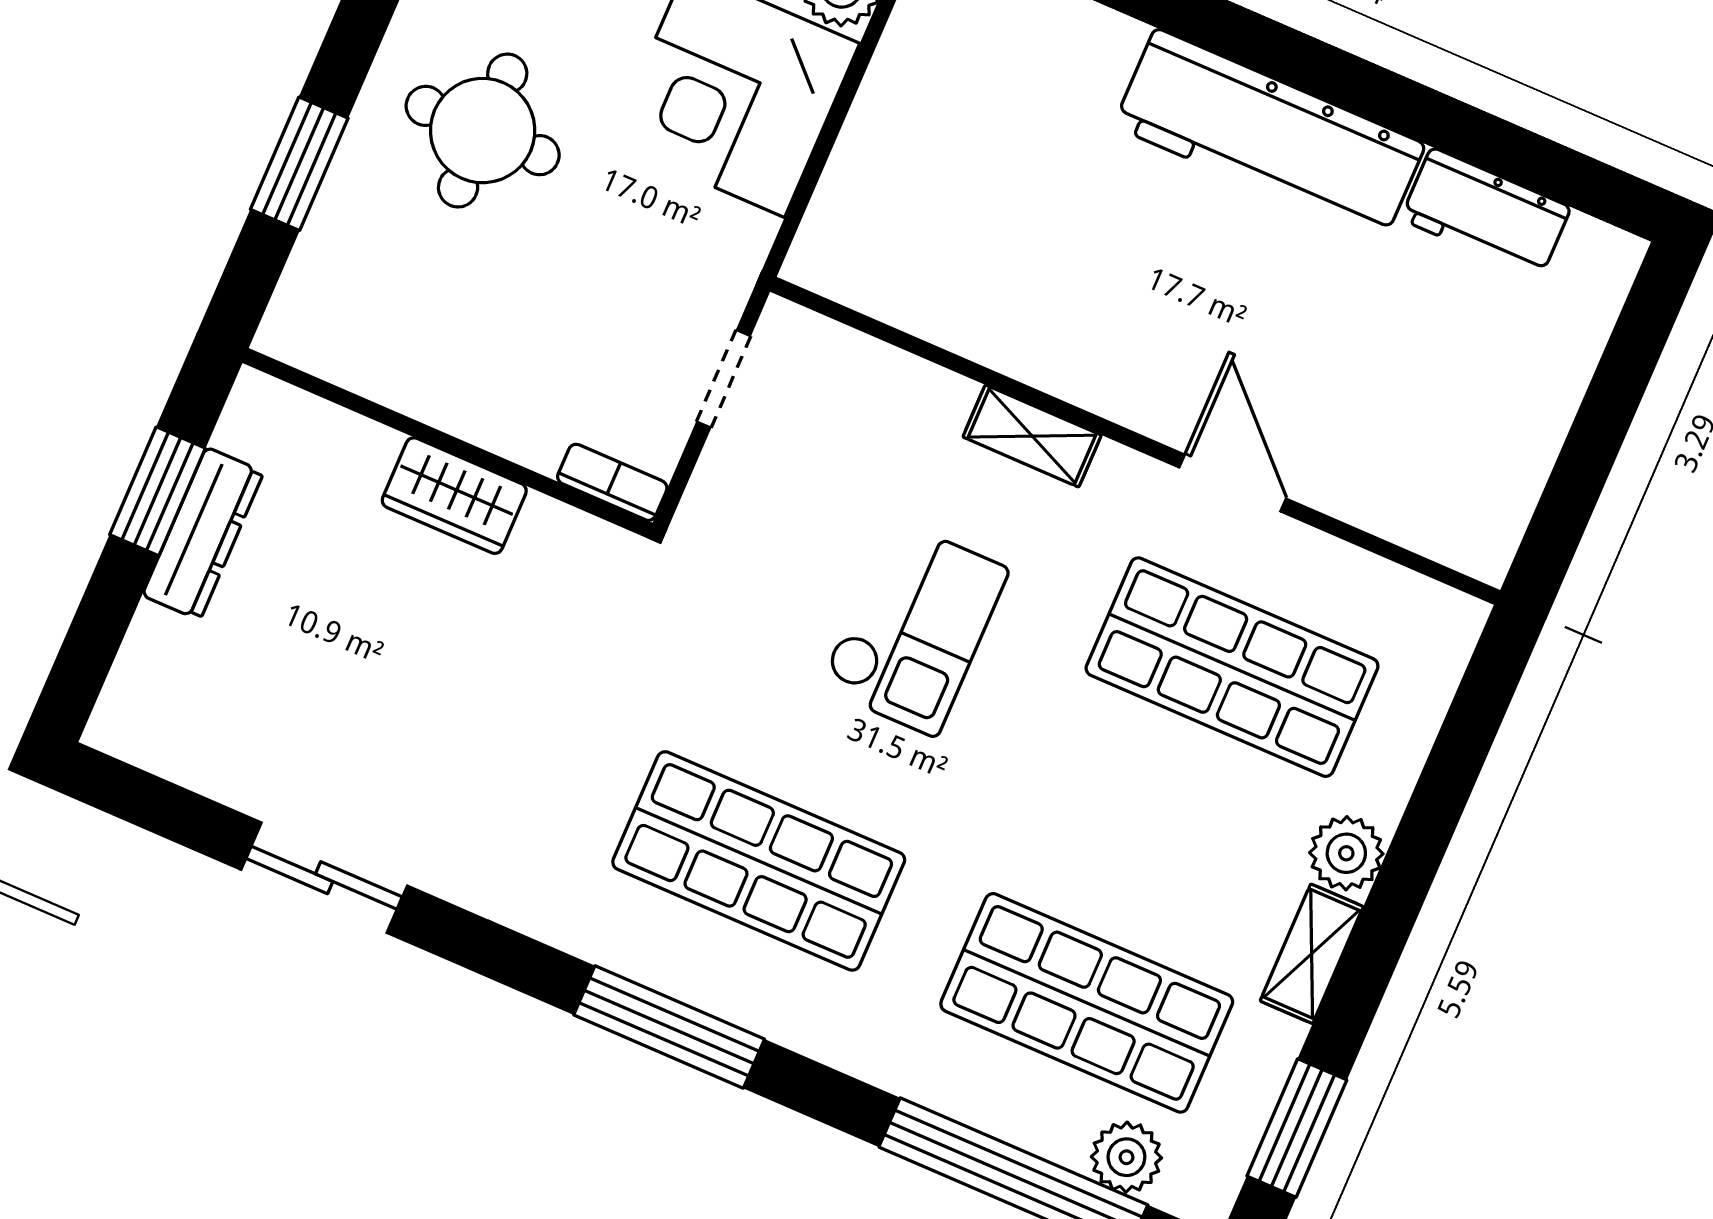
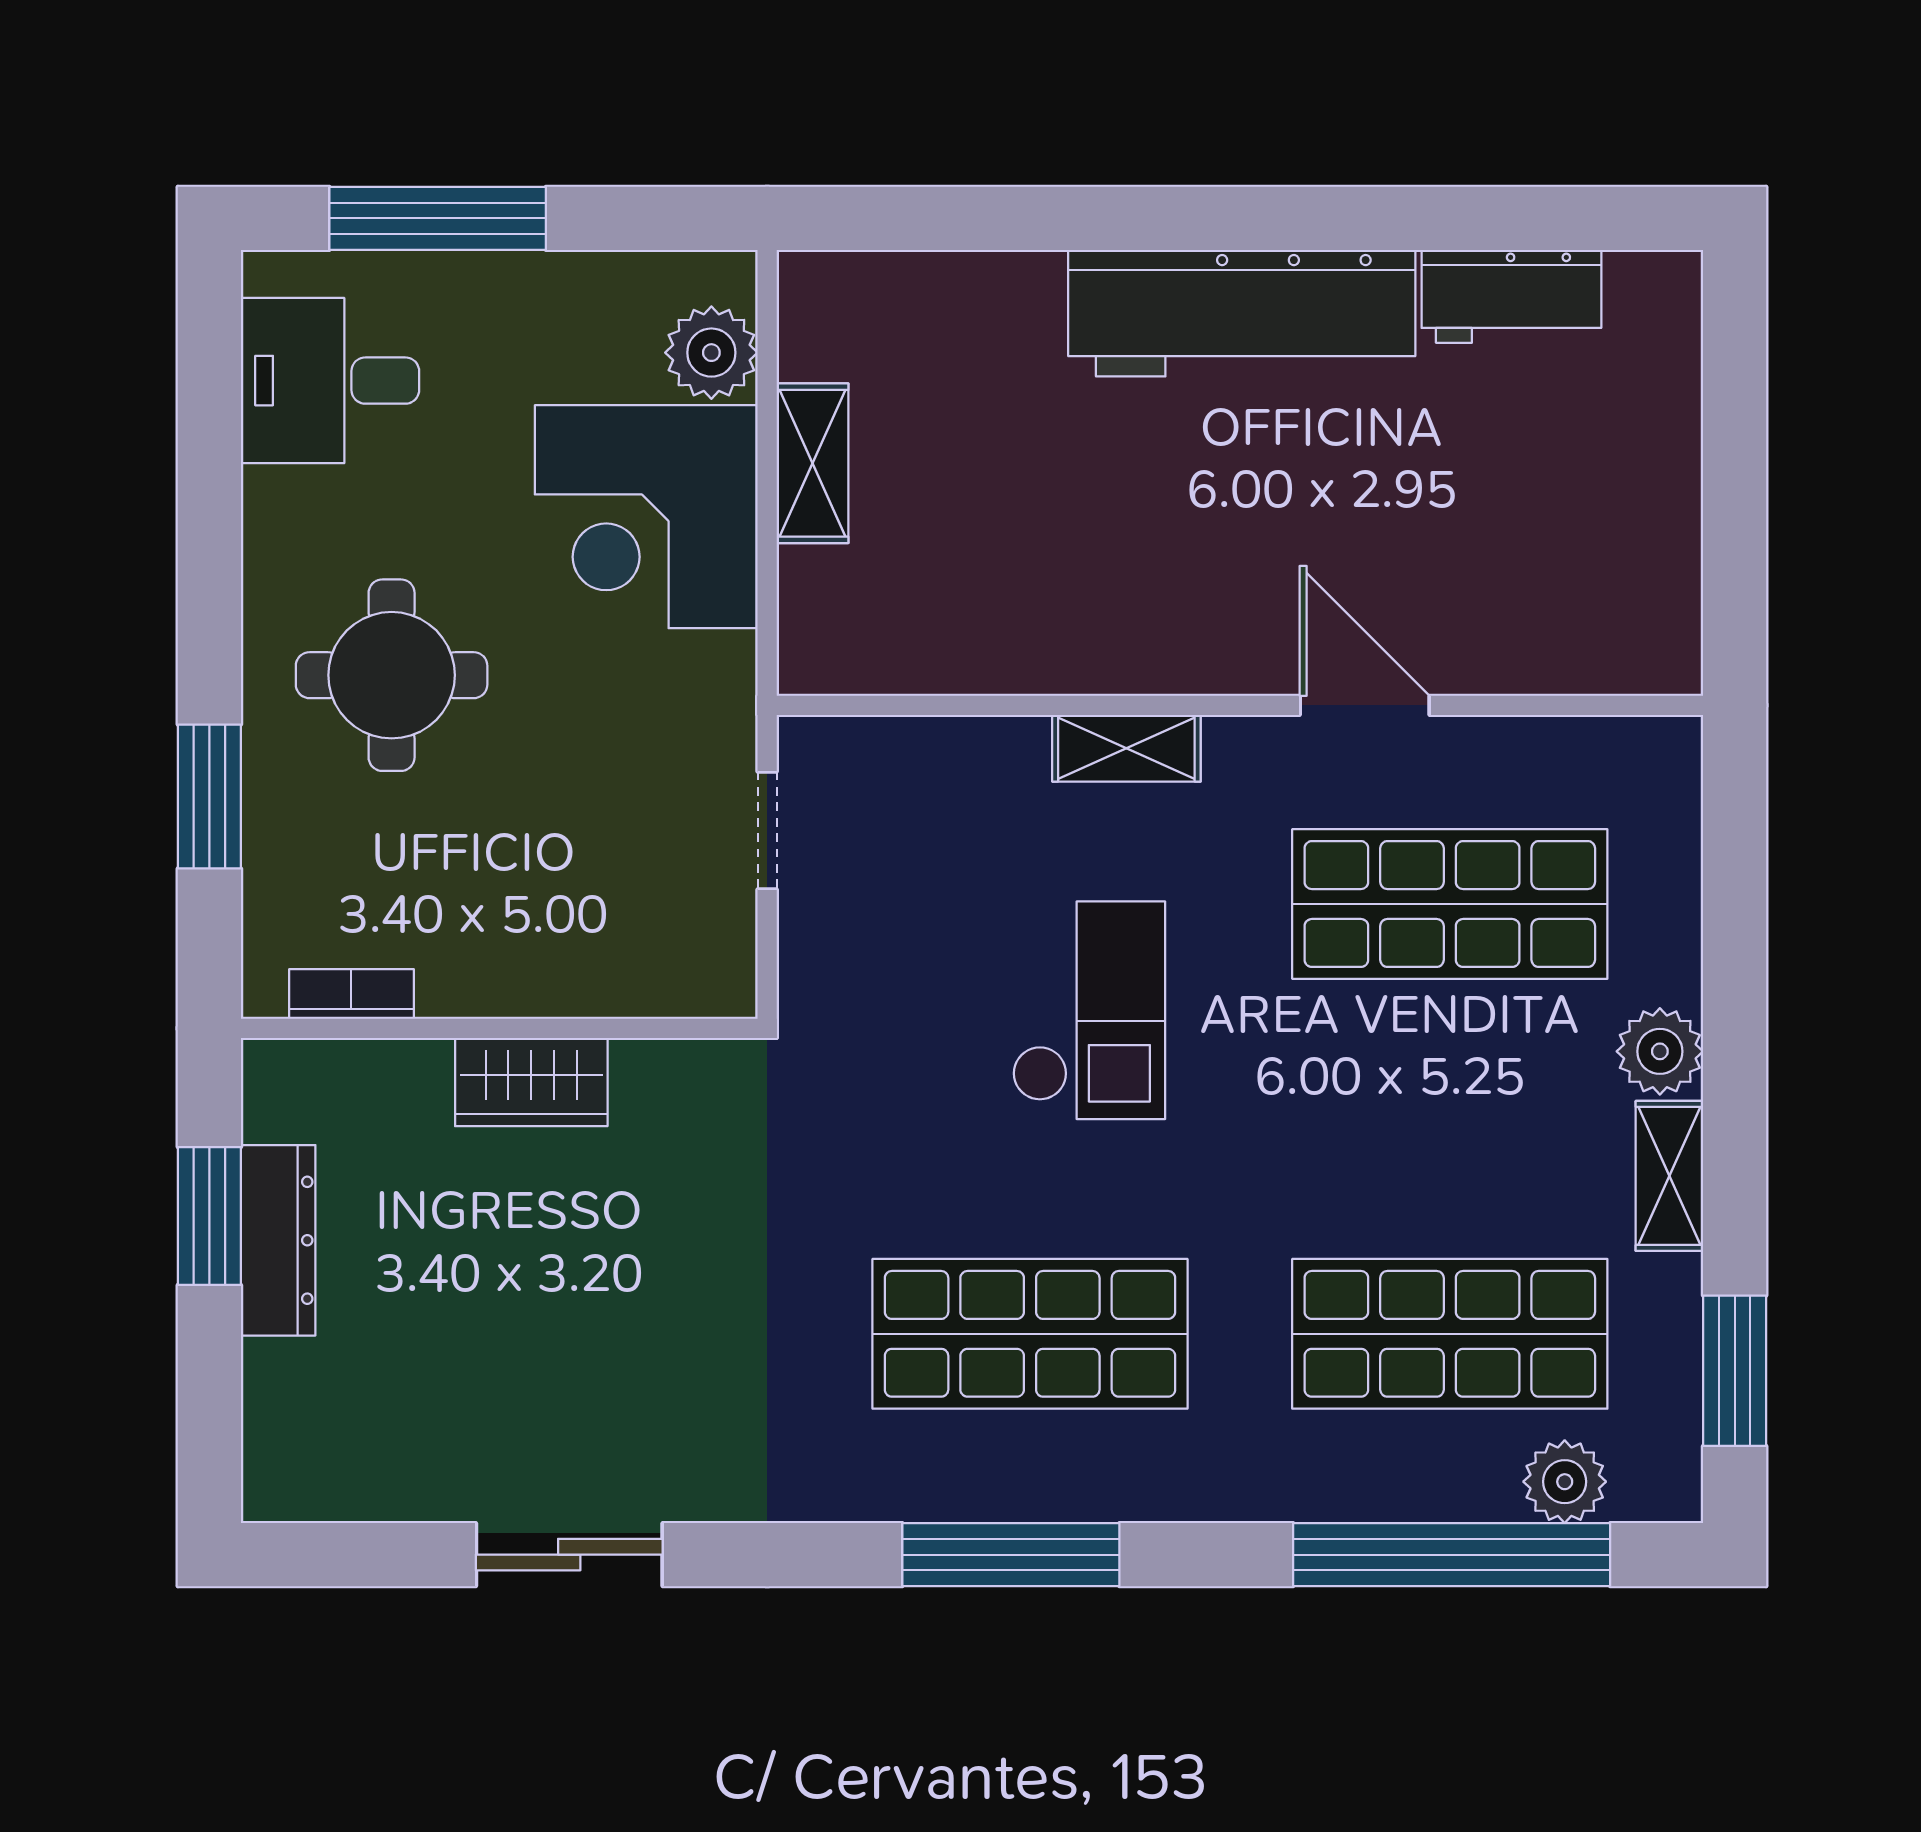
shelving: (883, 107) -> (813, 463), added
bookcase: (612, 482) -> (351, 994), moved

